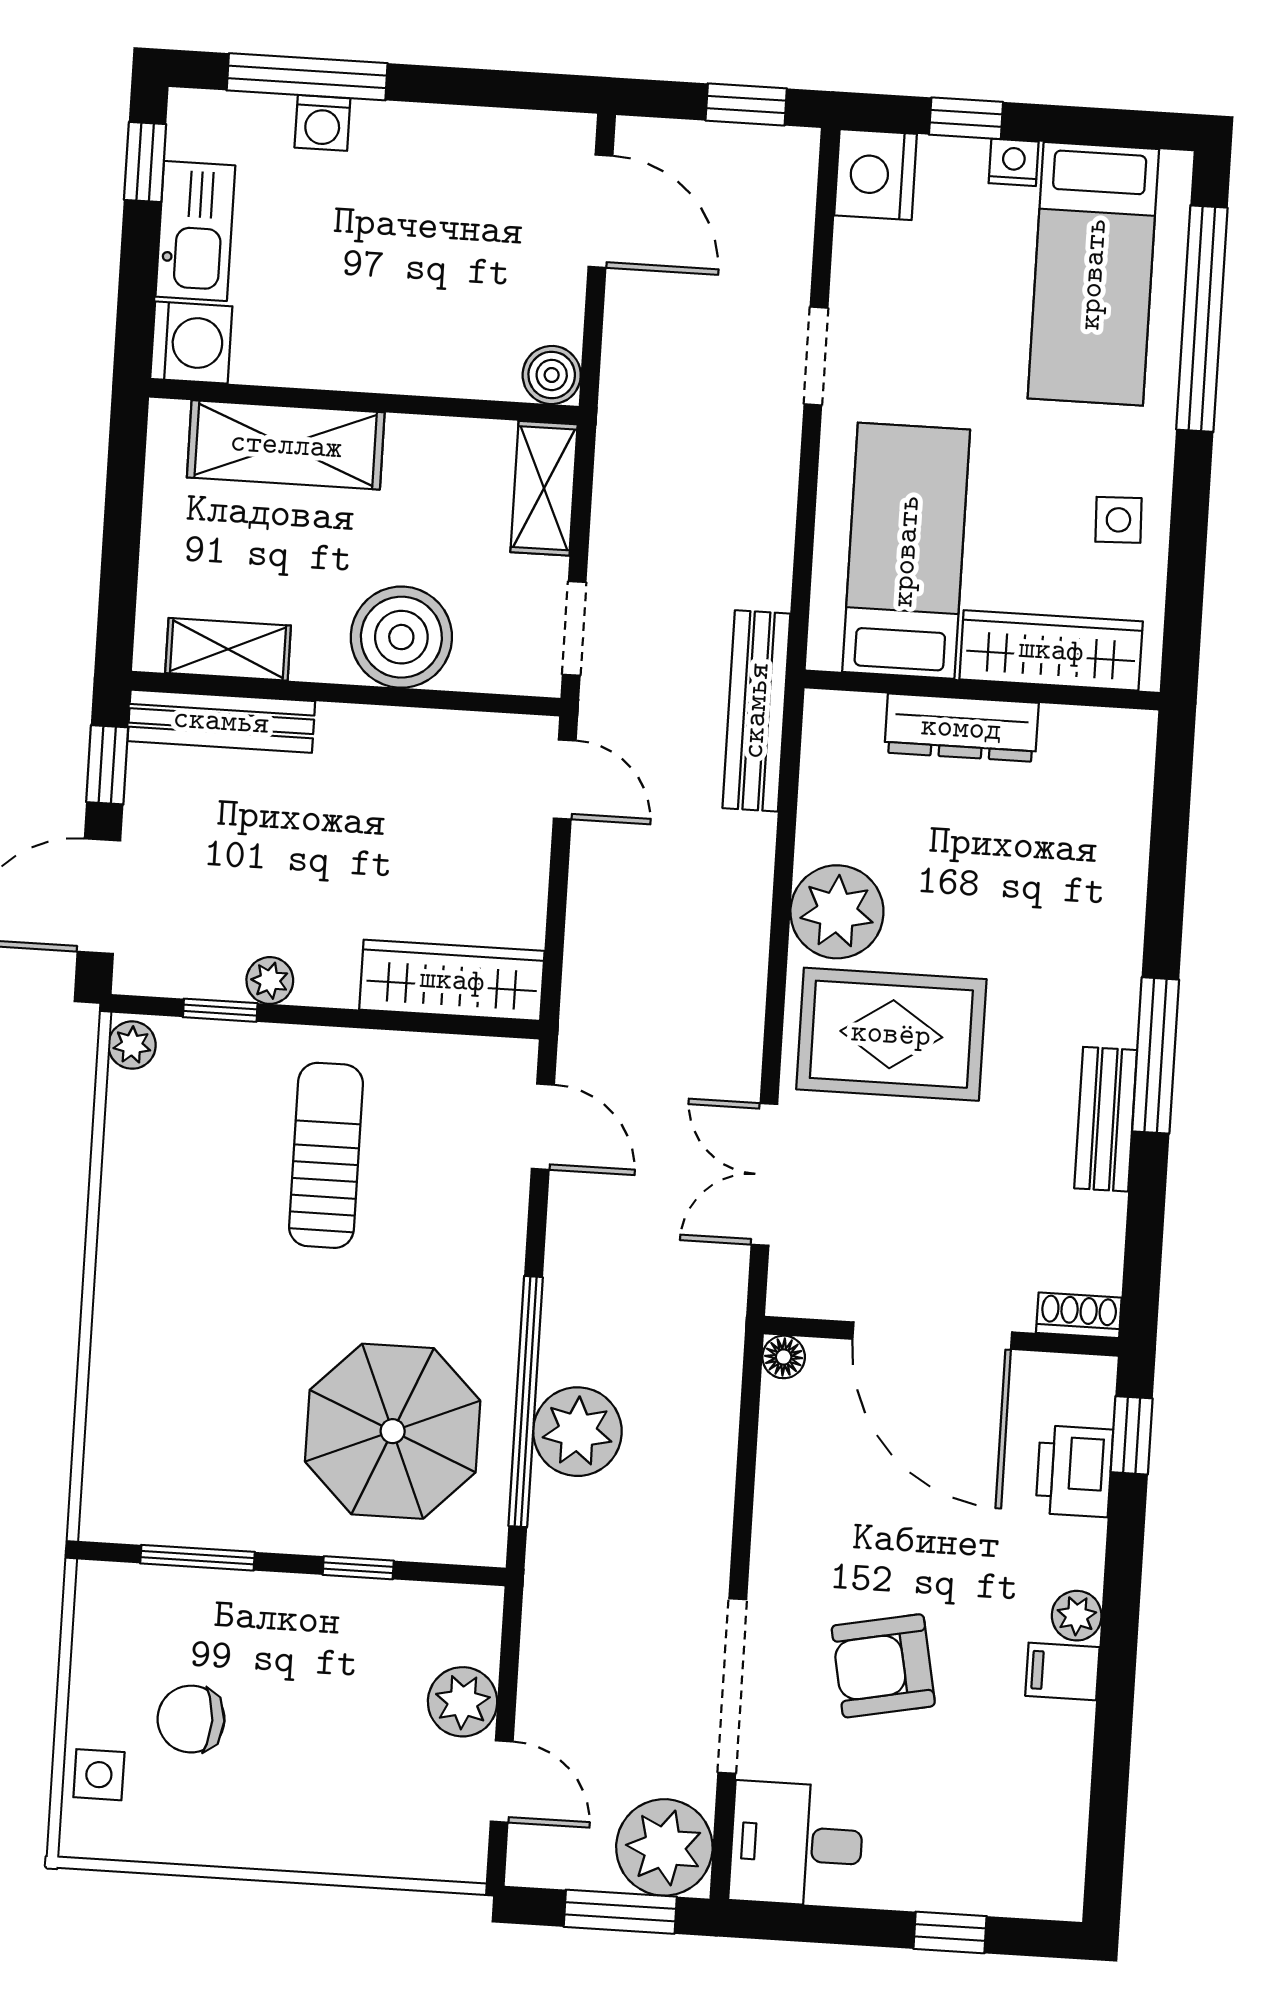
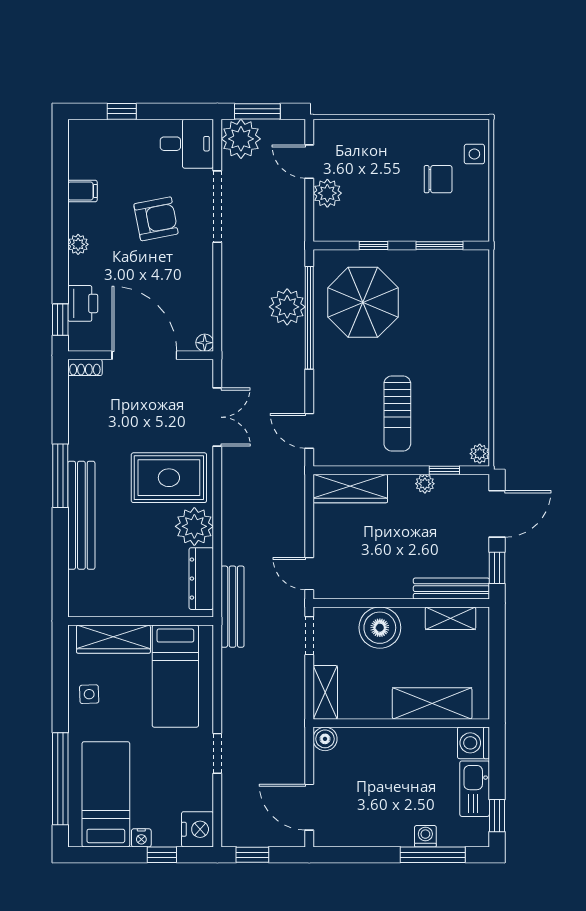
dresser: (961, 728) -> (201, 579), moved, turned -90
bench: (1106, 1119) -> (81, 515), moved, width x1.86, depth x1.21
filing cabinet: (1062, 1671) -> (82, 191), moved

